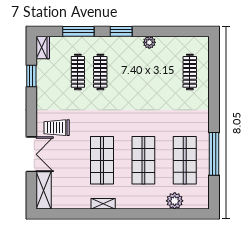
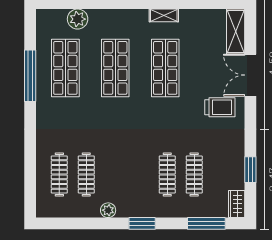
window: (78, 31) -> (206, 223), moved
clothes rail: (167, 72) -> (86, 175), added

